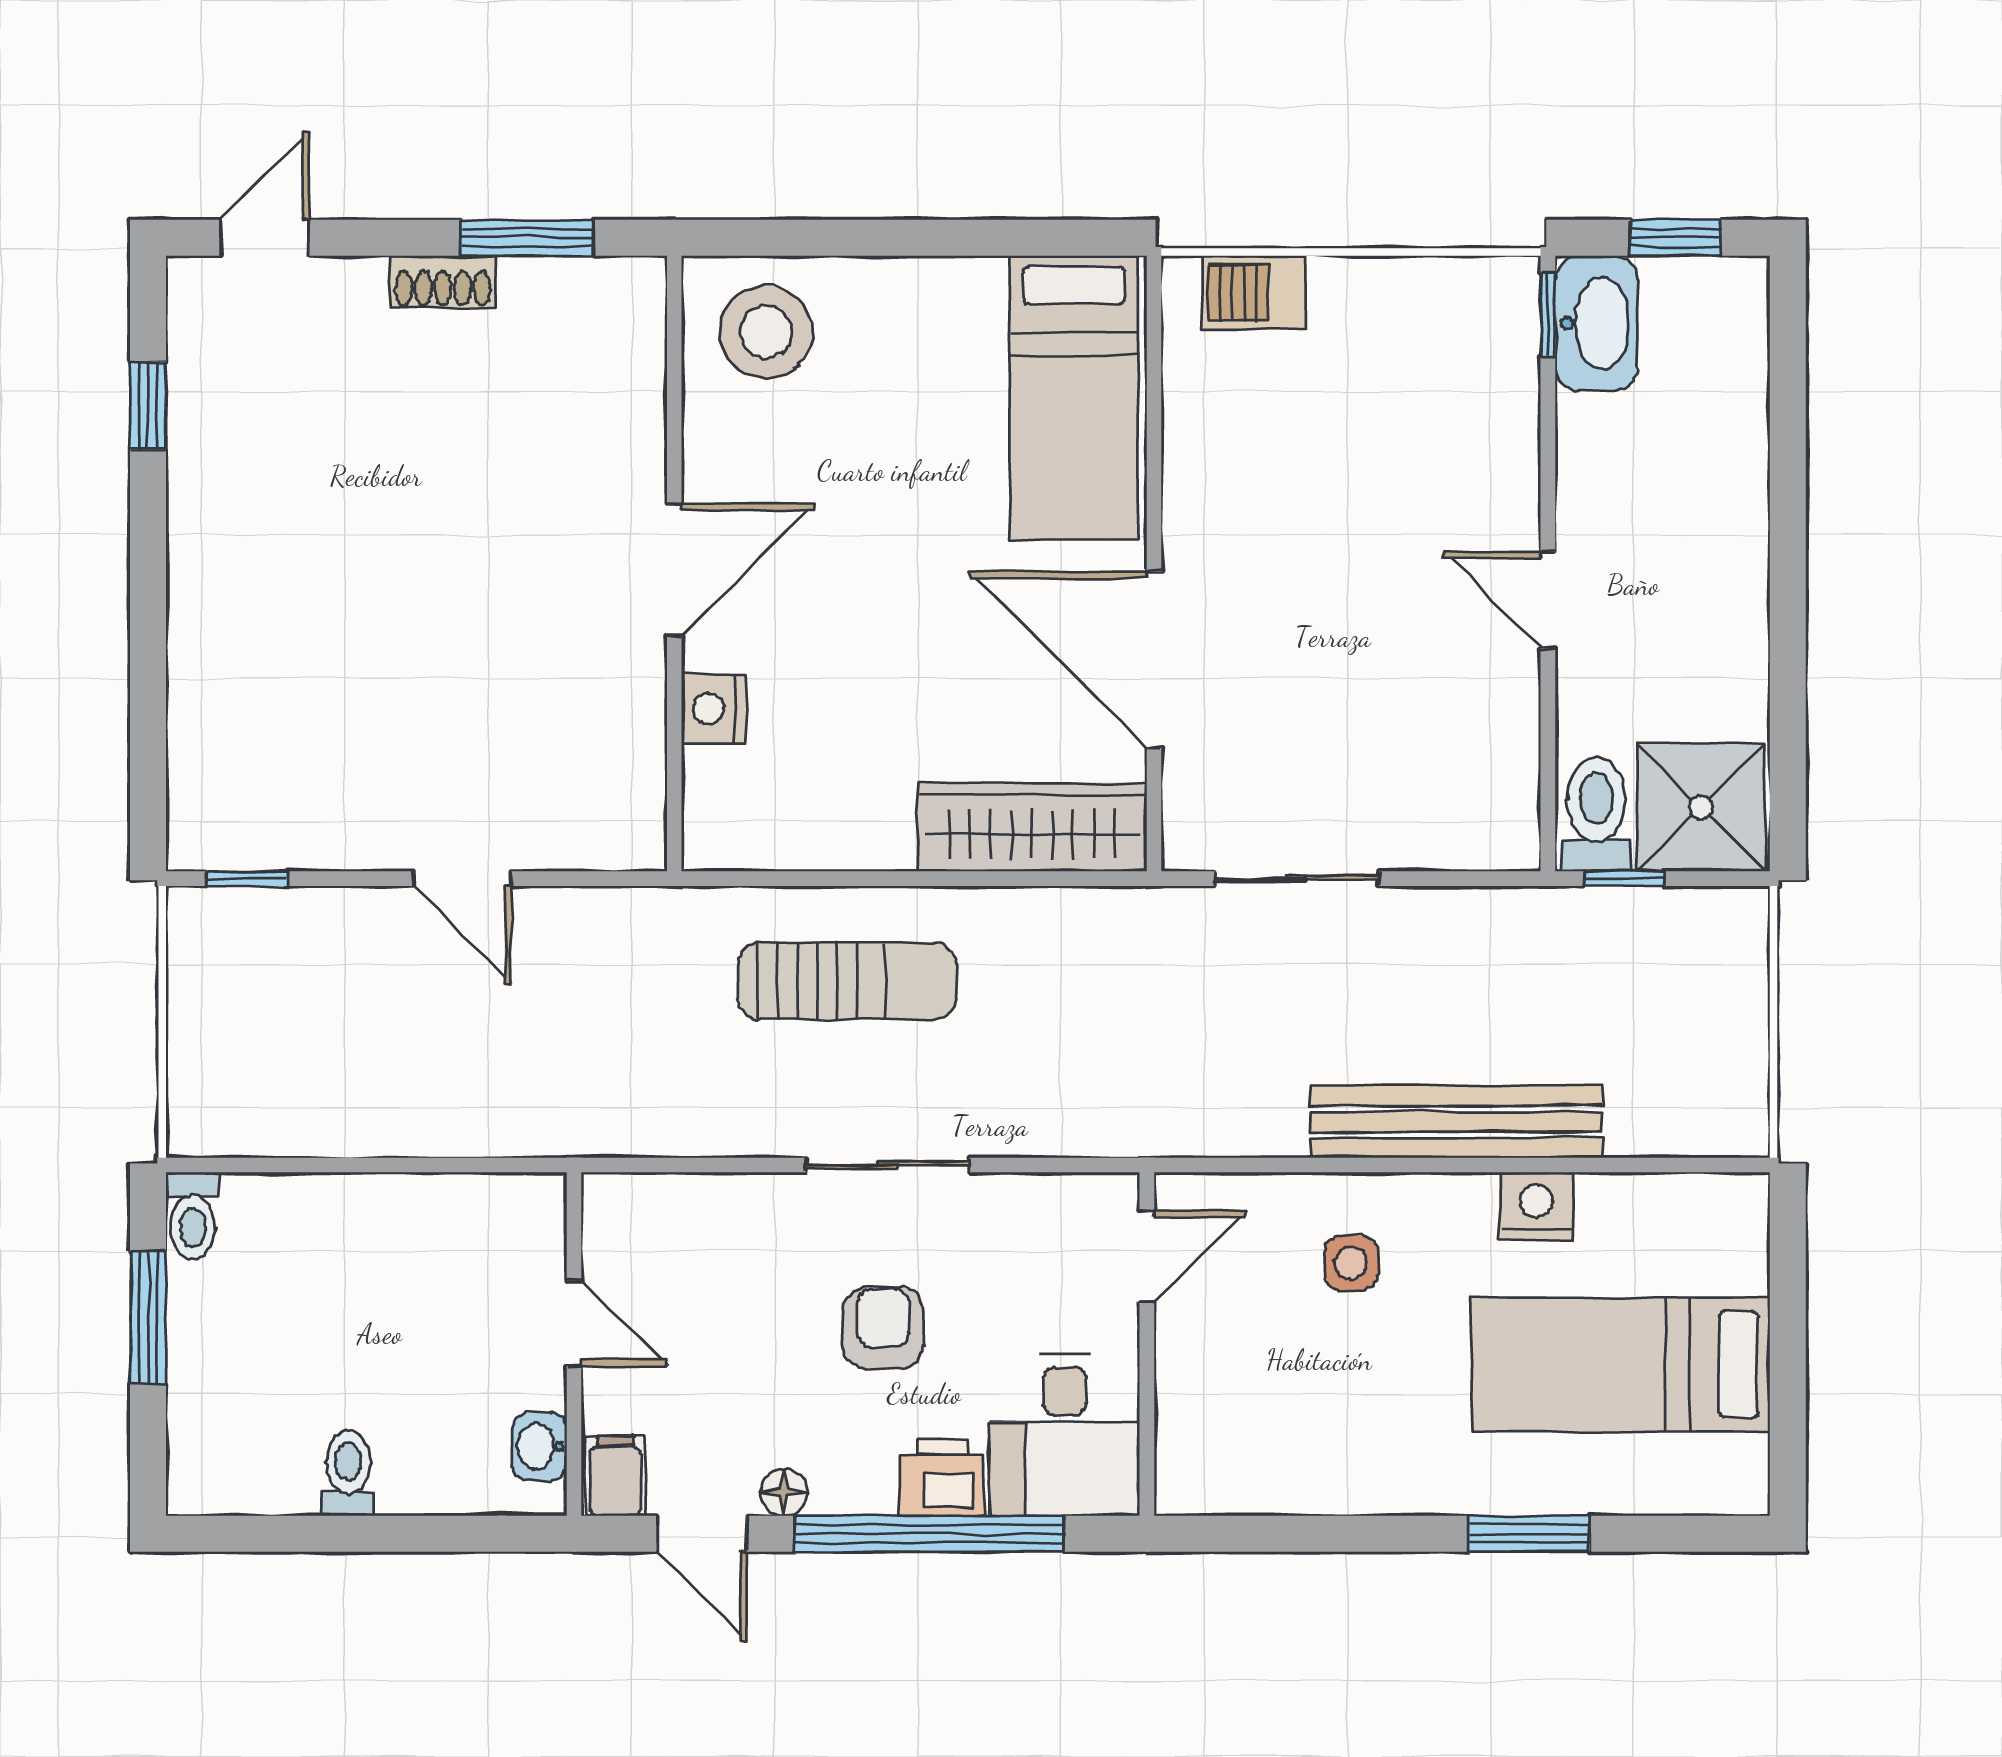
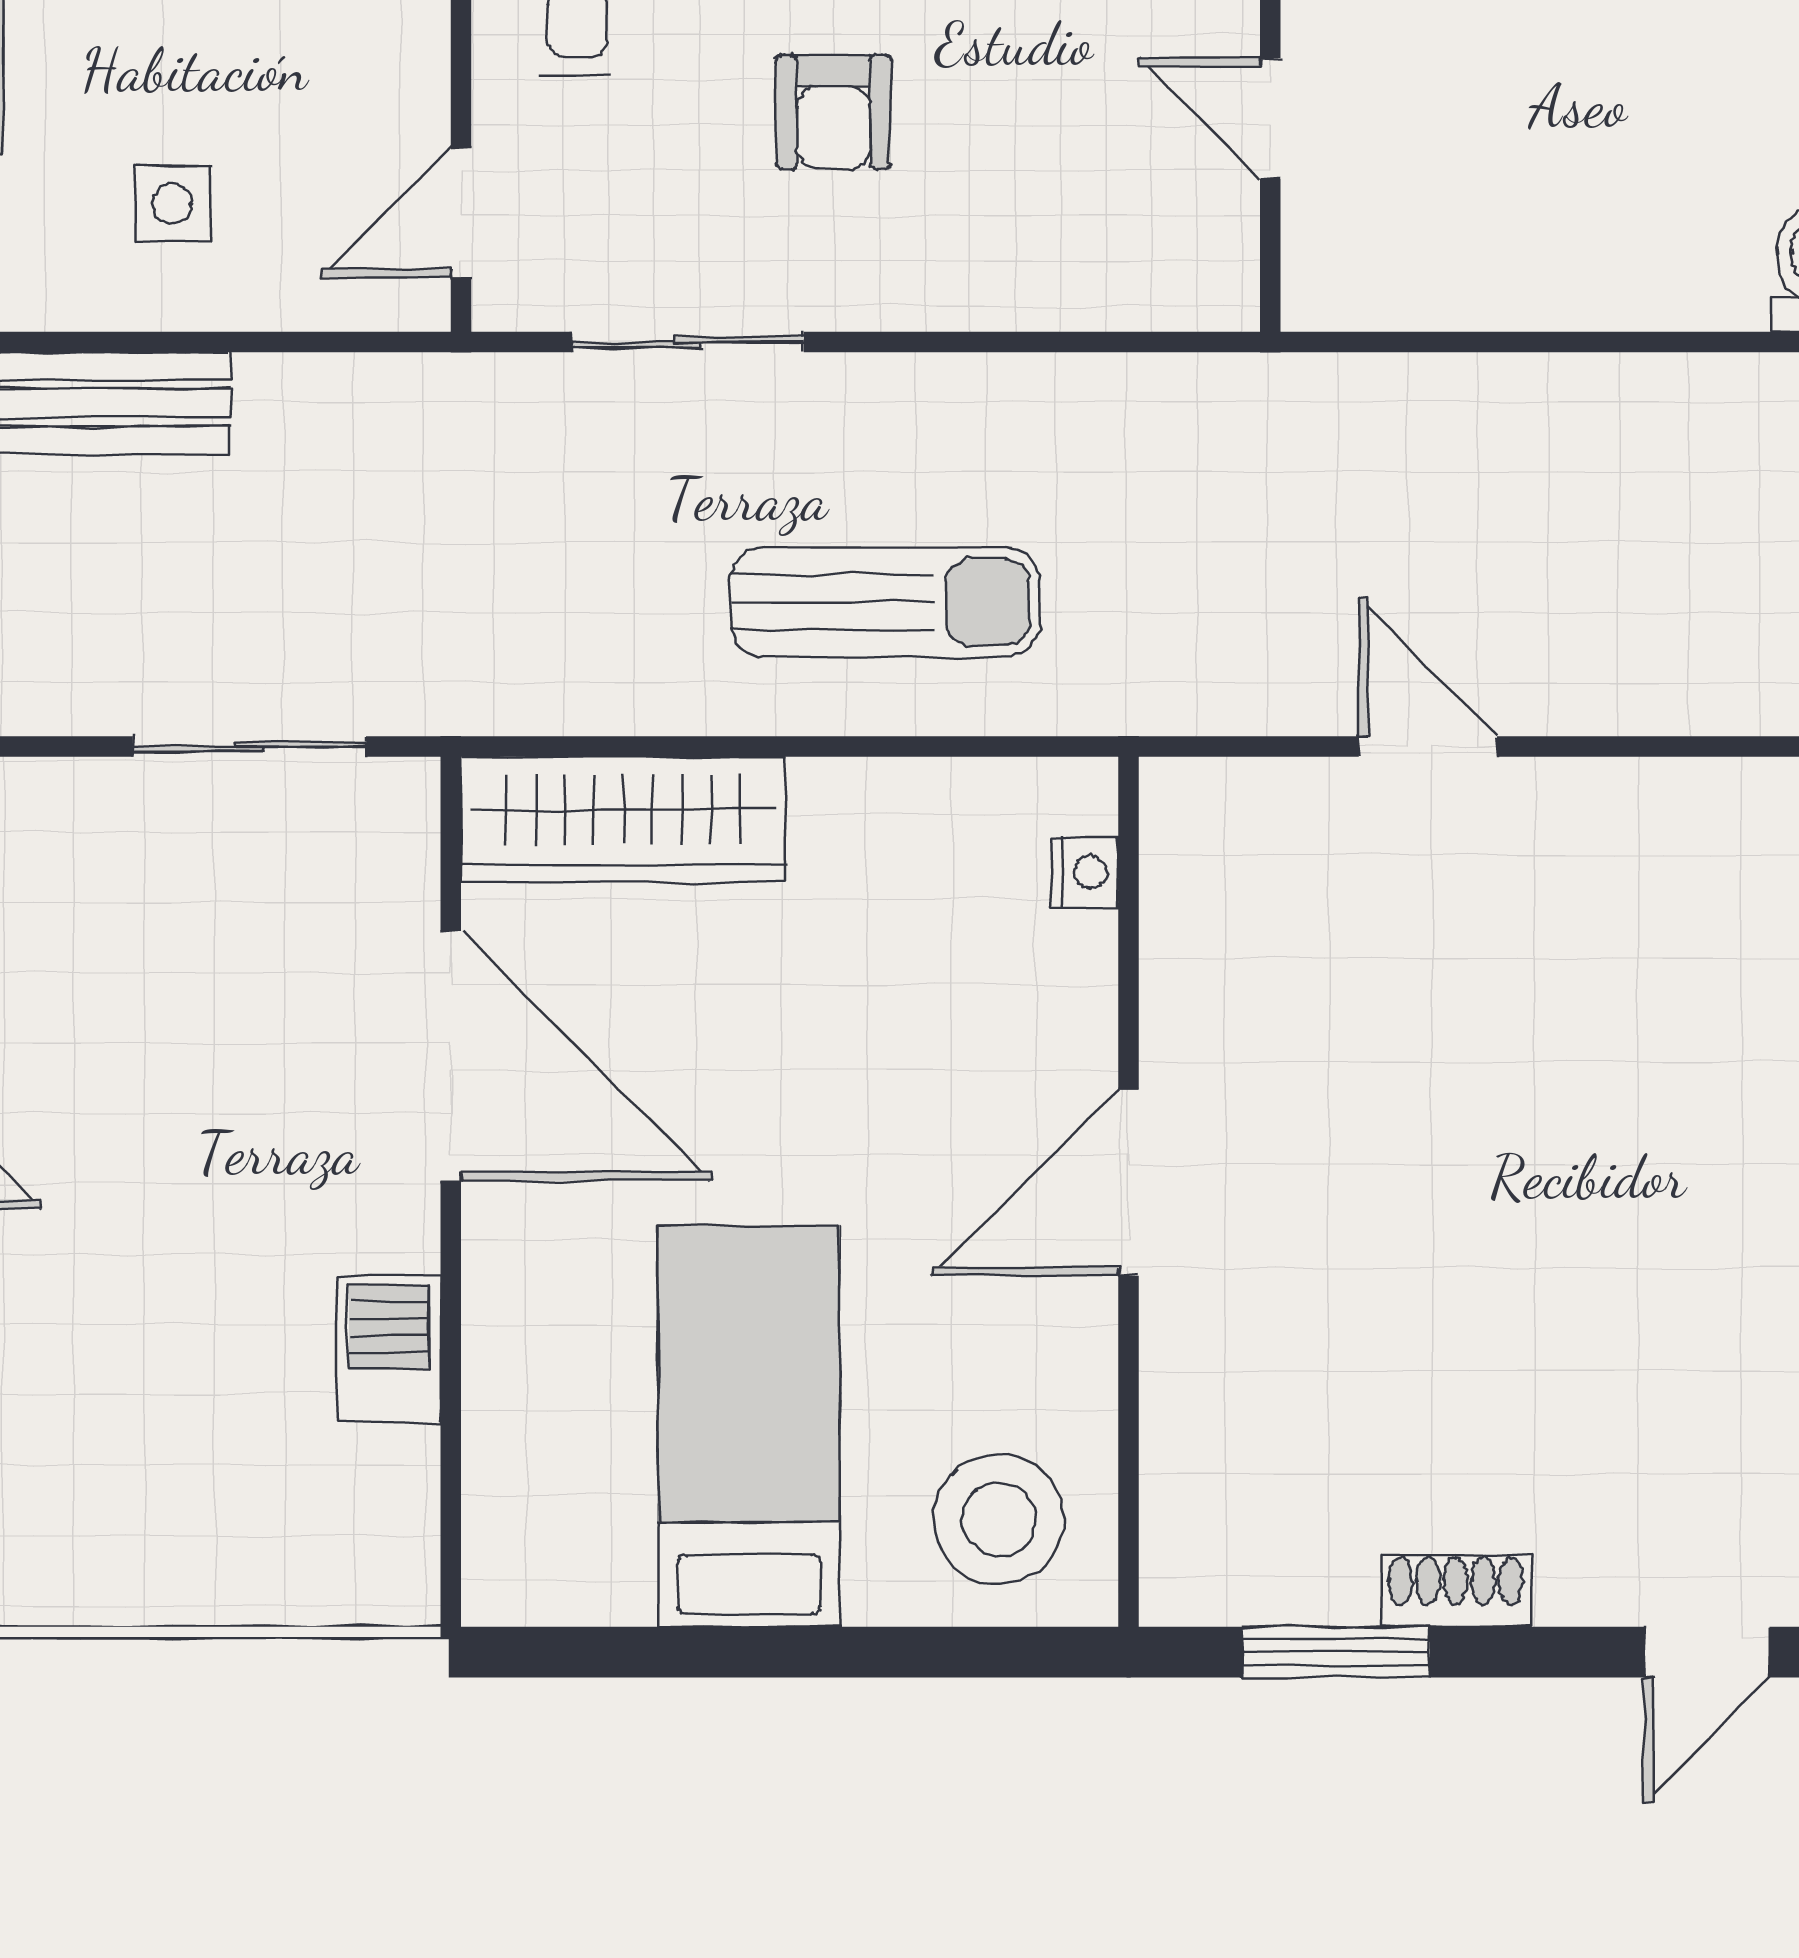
barbecue: (1254, 292) -> (389, 1349), moved, turned -90
bed: (1074, 398) -> (749, 1426), moved
nightstand: (713, 709) -> (1085, 872), moved, width x0.72, depth x0.74
window: (247, 879) -> (1733, 747), removed
sun lounger: (847, 981) -> (885, 602), turned 180
sliding door: (887, 1165) -> (688, 342), moved

